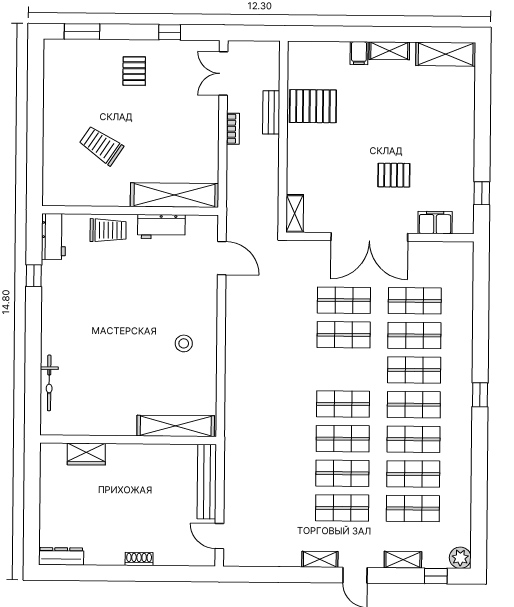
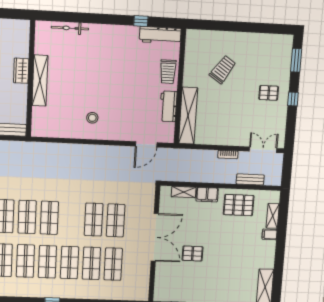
window: (170, 32) -> (293, 99), moved
shelving: (389, 51) -> (273, 216), moved
pallet: (313, 106) -> (239, 205), turned 90
bench: (271, 112) -> (250, 179), moved
pallet: (394, 175) -> (193, 254), turned 90
shelving: (295, 213) -> (184, 192), moved
filing cabinet: (435, 223) -> (207, 195), moved, turned 90
workbench: (53, 237) -> (160, 35), width x1.38
double door: (369, 237) -> (155, 237), swing flipped
shelving: (176, 426) -> (40, 81), moved
wardrobe: (86, 454) -> (21, 71), moved

